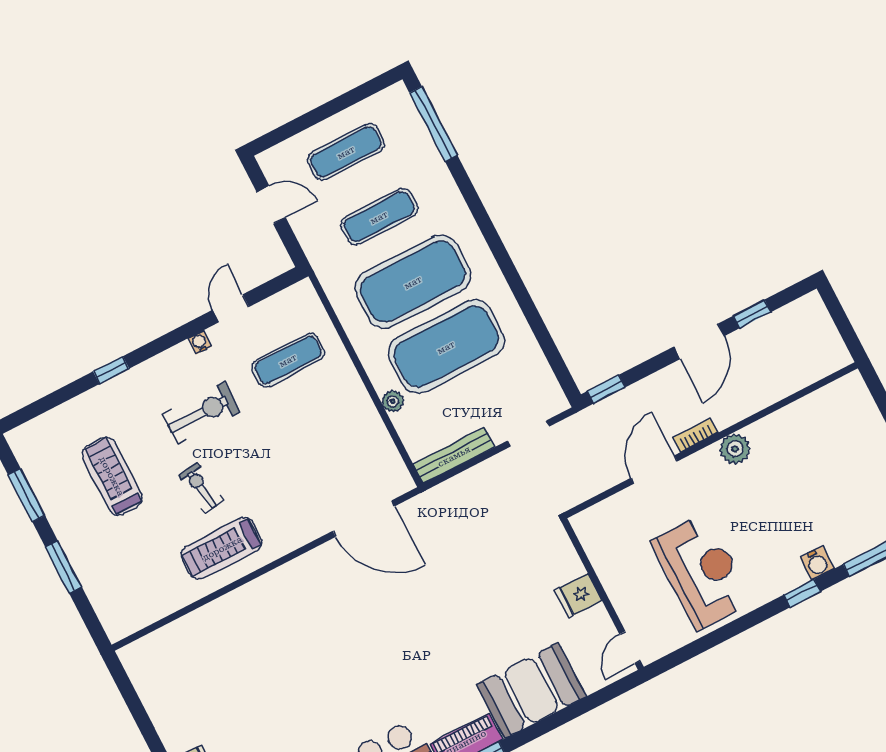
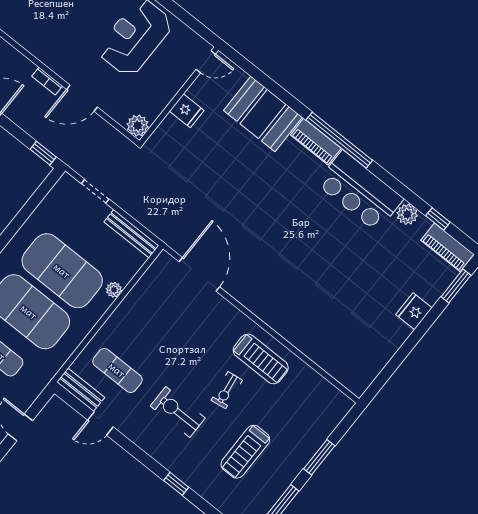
bench: (285, 302) -> (81, 390), added
water cooler: (200, 342) -> (132, 434), removed
plant: (735, 449) -> (138, 126), moved

